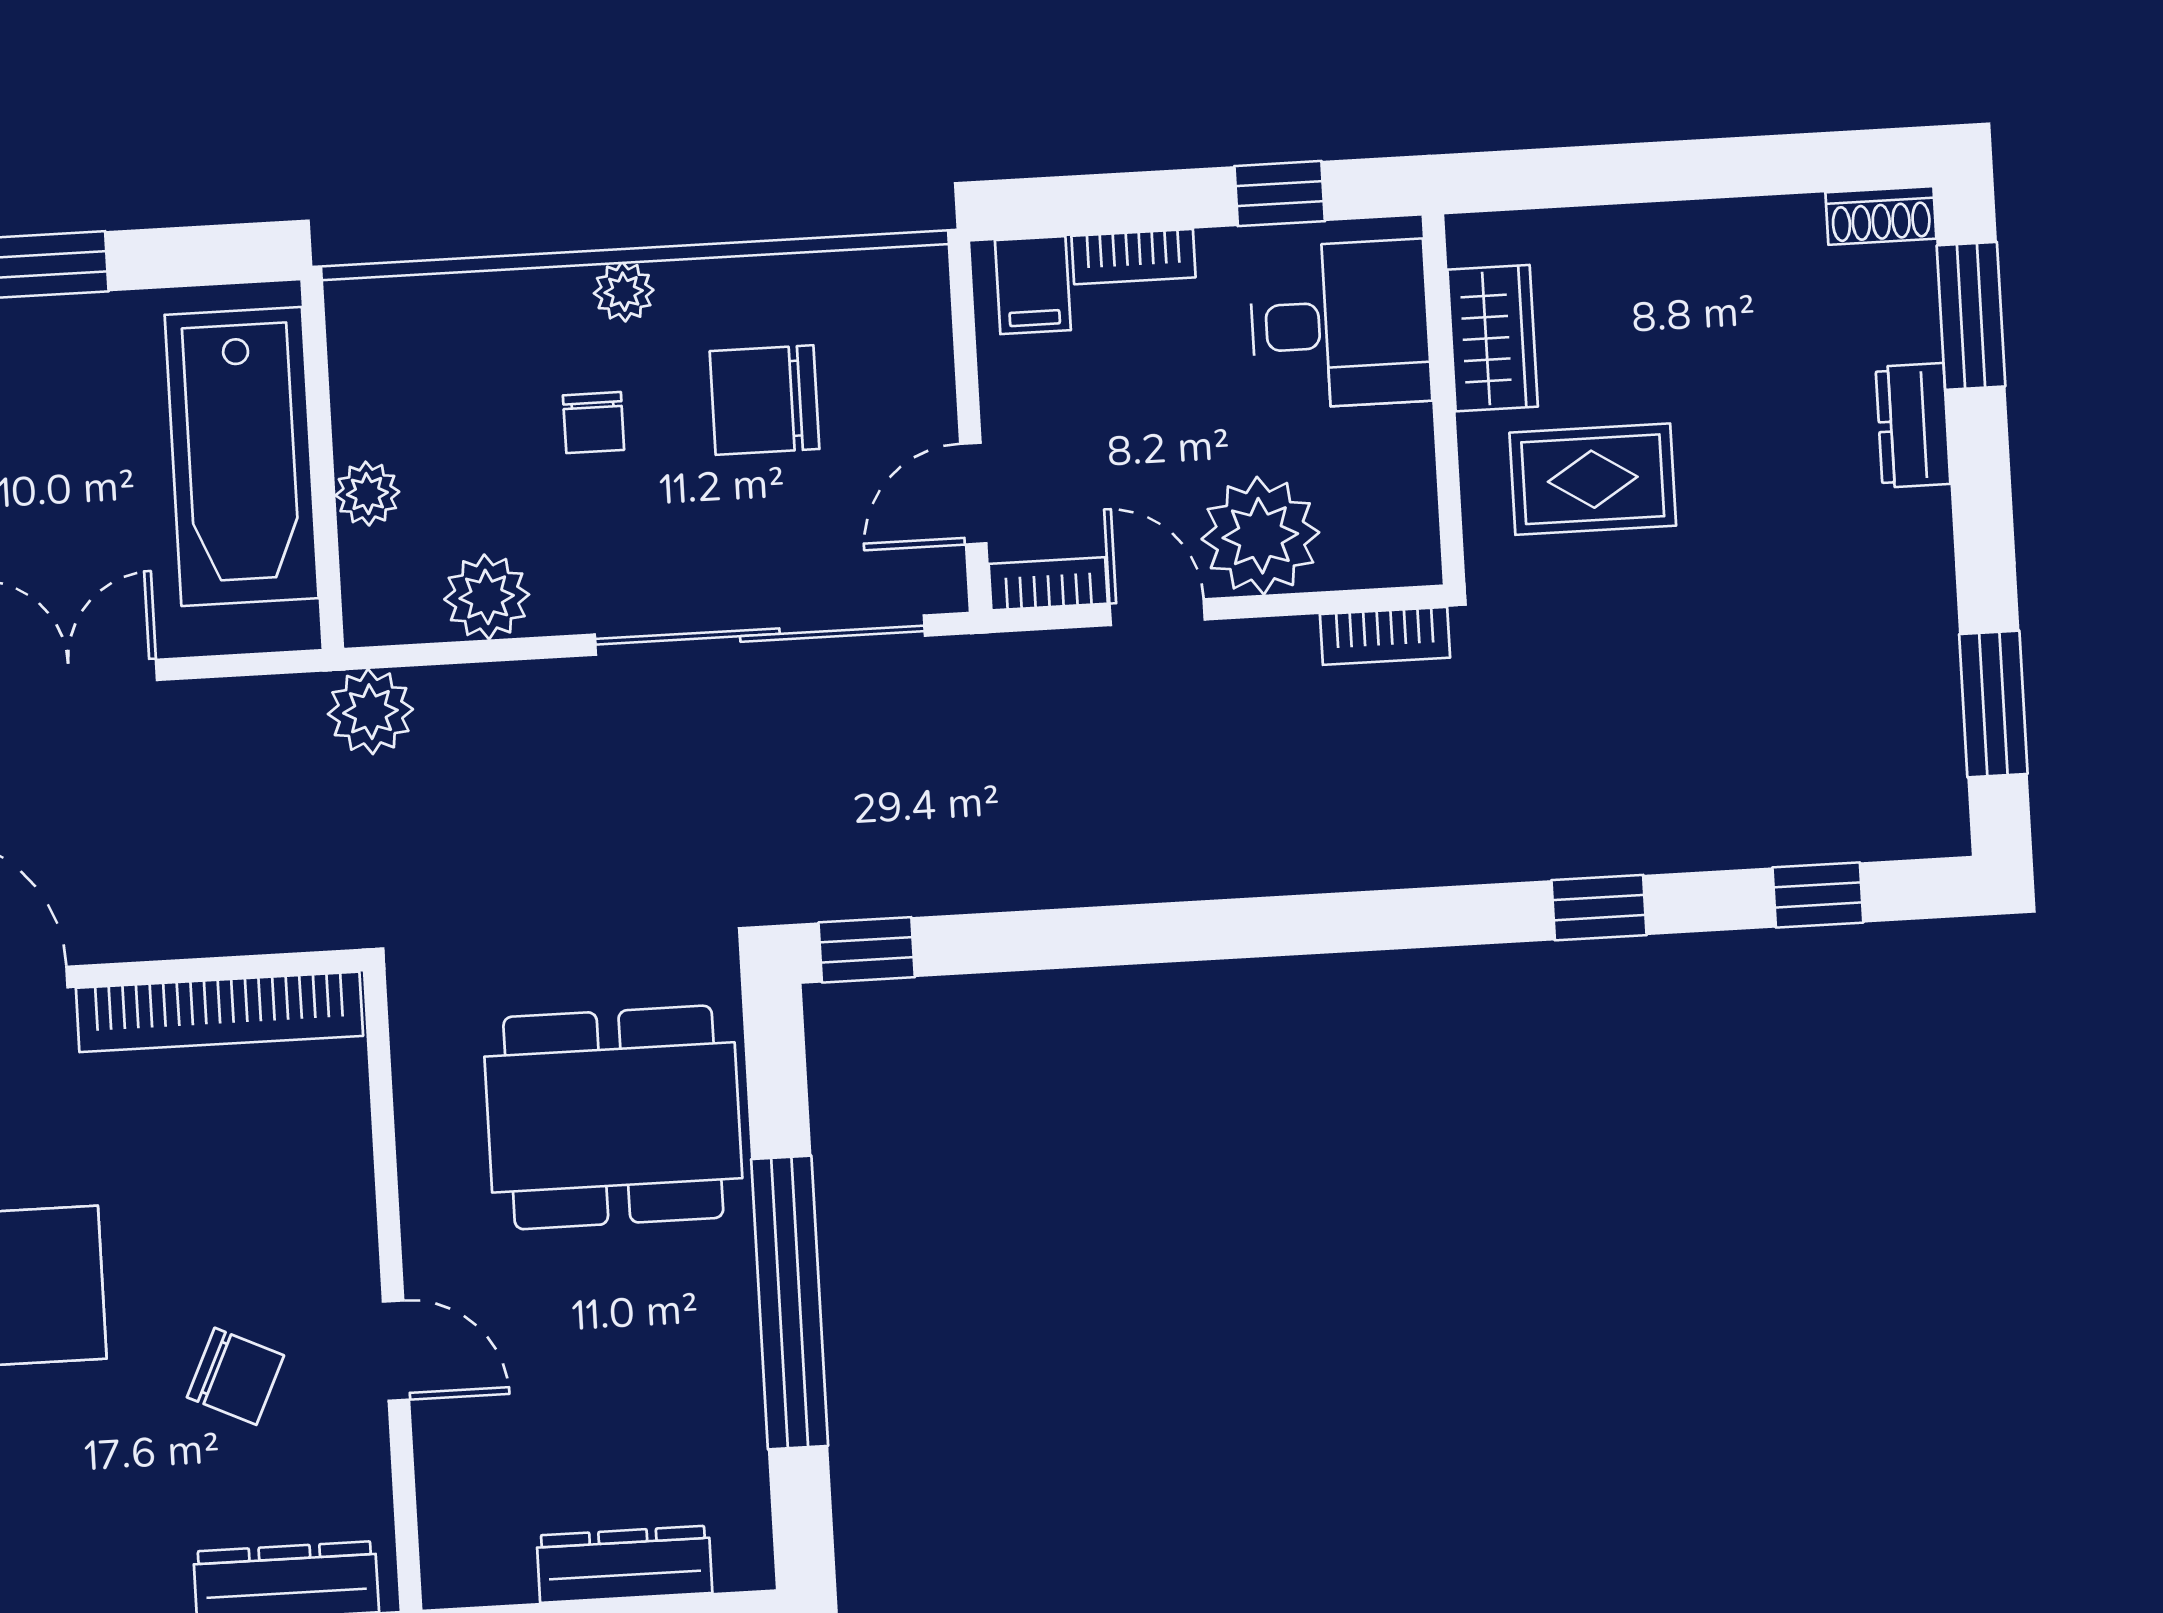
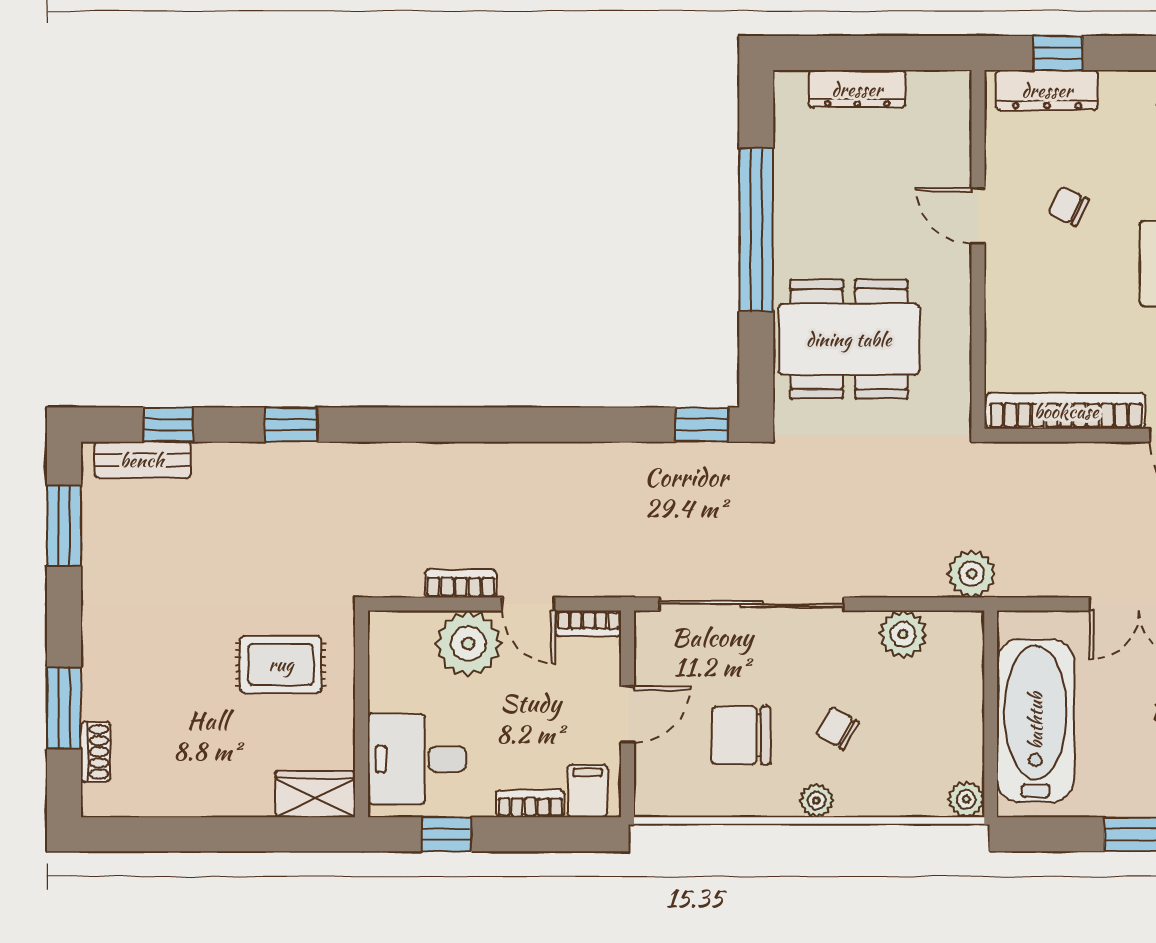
shoe rack: (1881, 215) -> (95, 752), moved, turned 90
window: (1971, 316) -> (64, 708), moved
wardrobe: (1493, 338) -> (315, 794), moved, turned 90
chair: (765, 400) -> (741, 735), turned 180
chair: (594, 423) -> (838, 728), turned -60
dresser: (1913, 425) -> (100, 684), removed
plant: (367, 494) -> (966, 799), moved
door: (973, 494) -> (628, 714), moved
bookcase: (1385, 636) -> (461, 583), moved
bench: (1860, 829) -> (142, 460), added
chair: (235, 1376) -> (1069, 206), width x0.73, depth x0.73

